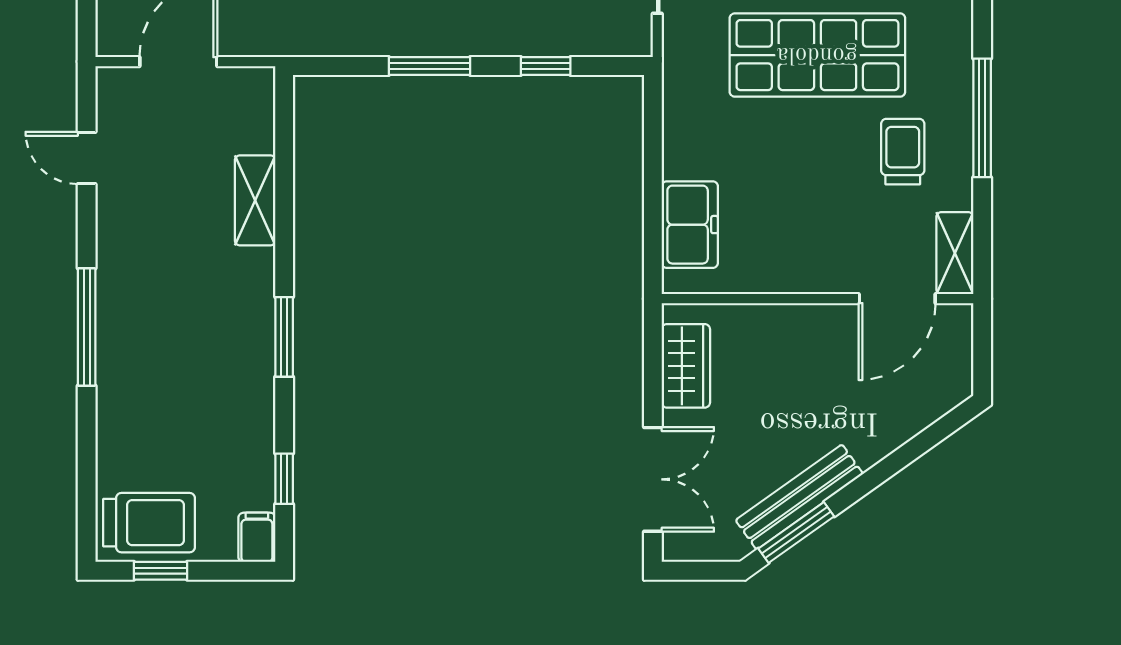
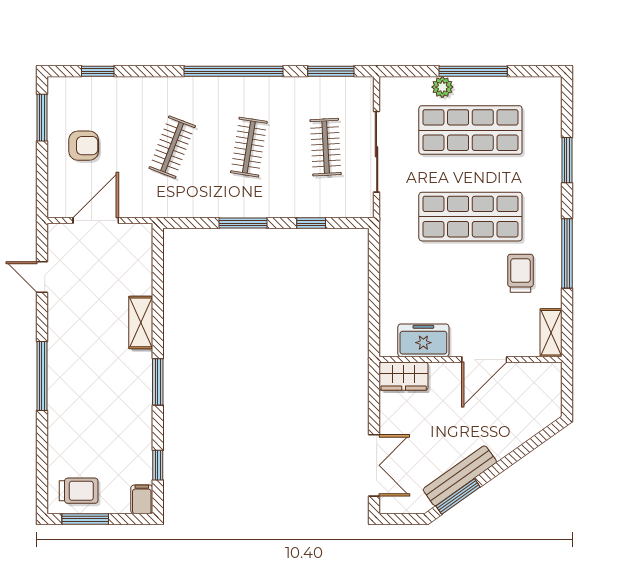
shelving: (255, 200) -> (141, 322), moved
freezer: (690, 225) -> (423, 340), moved, turned -90
door: (897, 299) -> (484, 359), moved
wardrobe: (686, 366) -> (404, 376), moved, turned 90
trolley: (149, 523) -> (79, 491), width x0.73, depth x0.72
window: (160, 571) -> (85, 519), width x1.50

